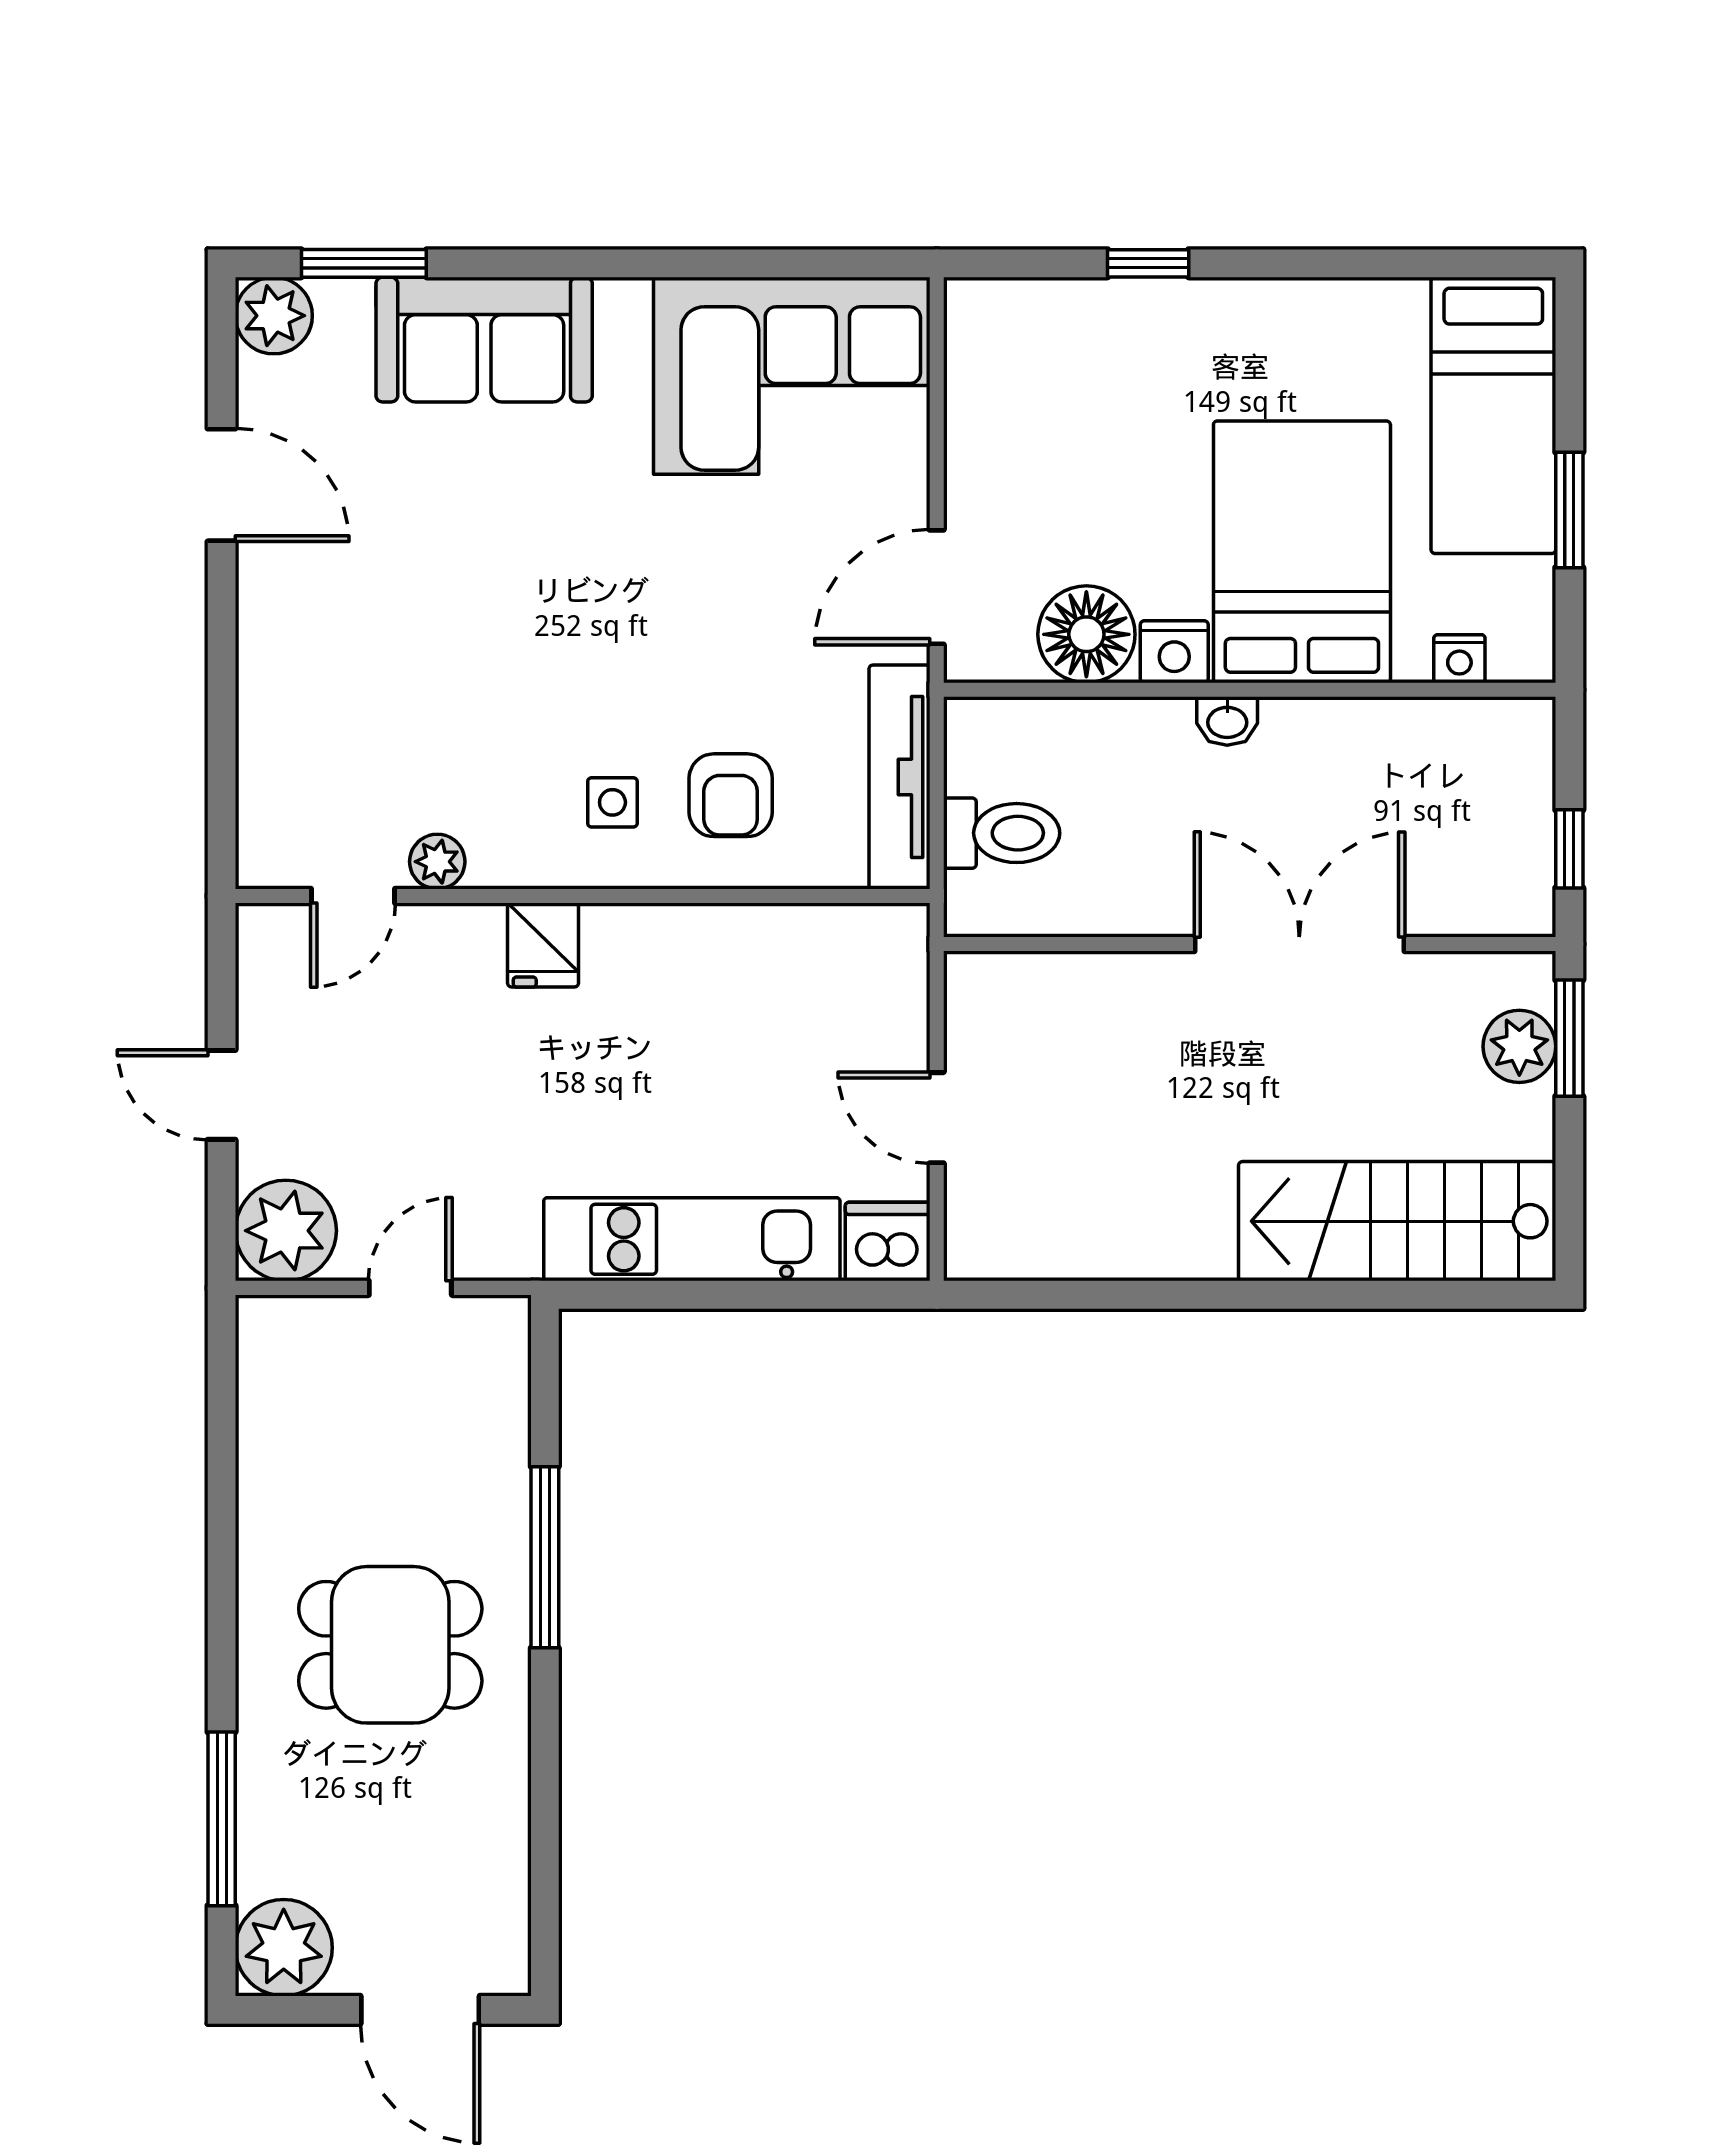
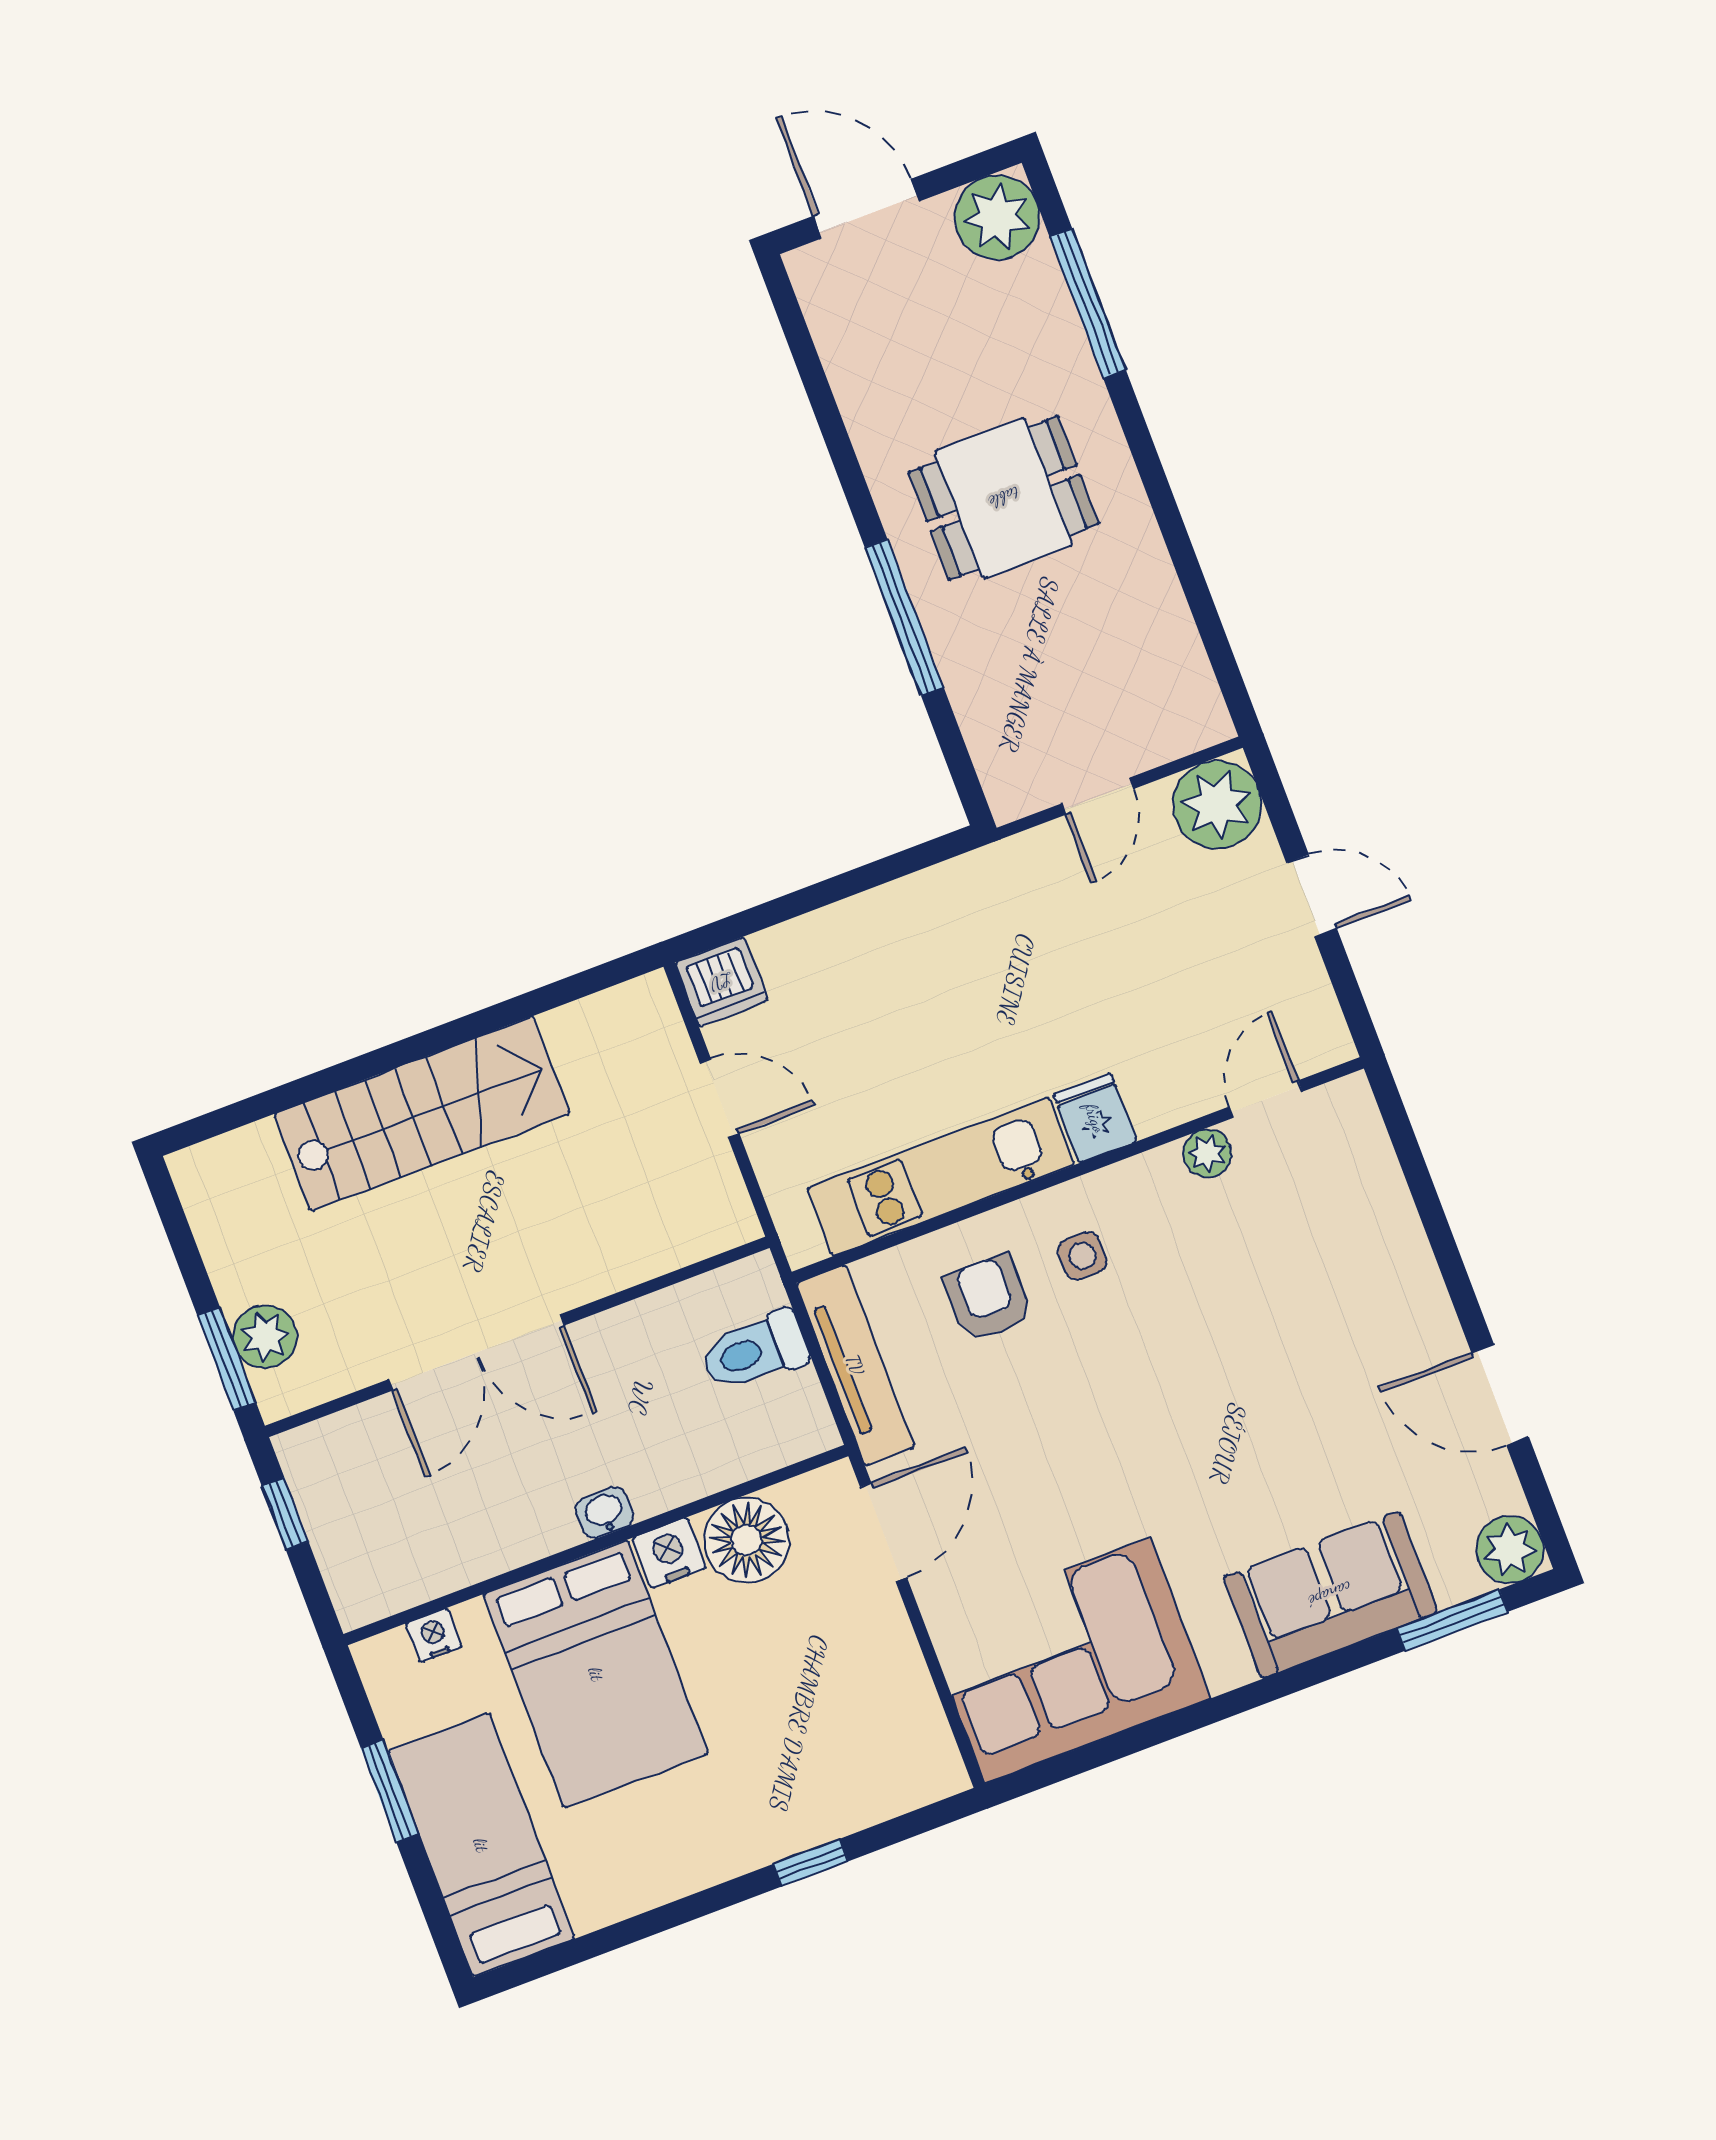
stairs: (1397, 1221) -> (422, 1114), moved
kitchen unit: (692, 1239) -> (941, 1177), moved, turned 180

